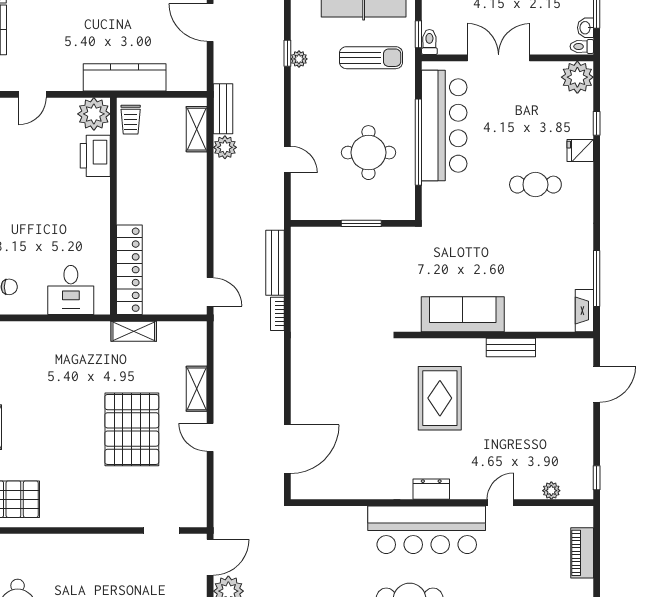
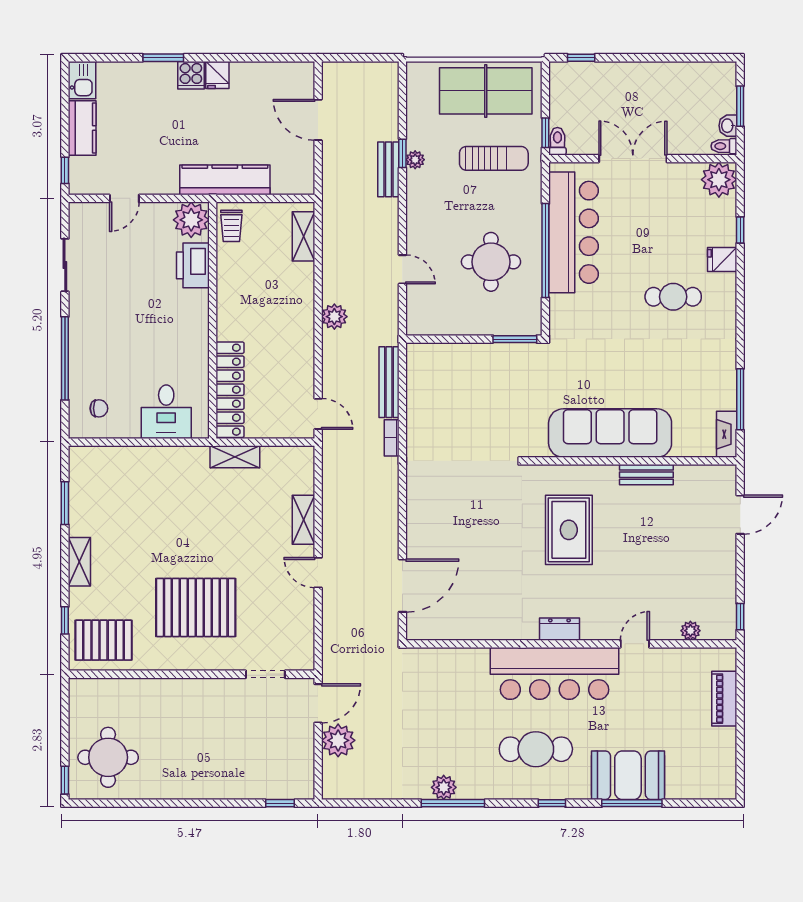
bench: (223, 109) -> (388, 169), moved
plant: (225, 147) -> (334, 317), moved
window: (361, 223) -> (515, 339), moved
sofa: (463, 314) -> (610, 433), width x1.36, depth x1.27
pallet: (132, 429) -> (196, 607), moved, turned 90

